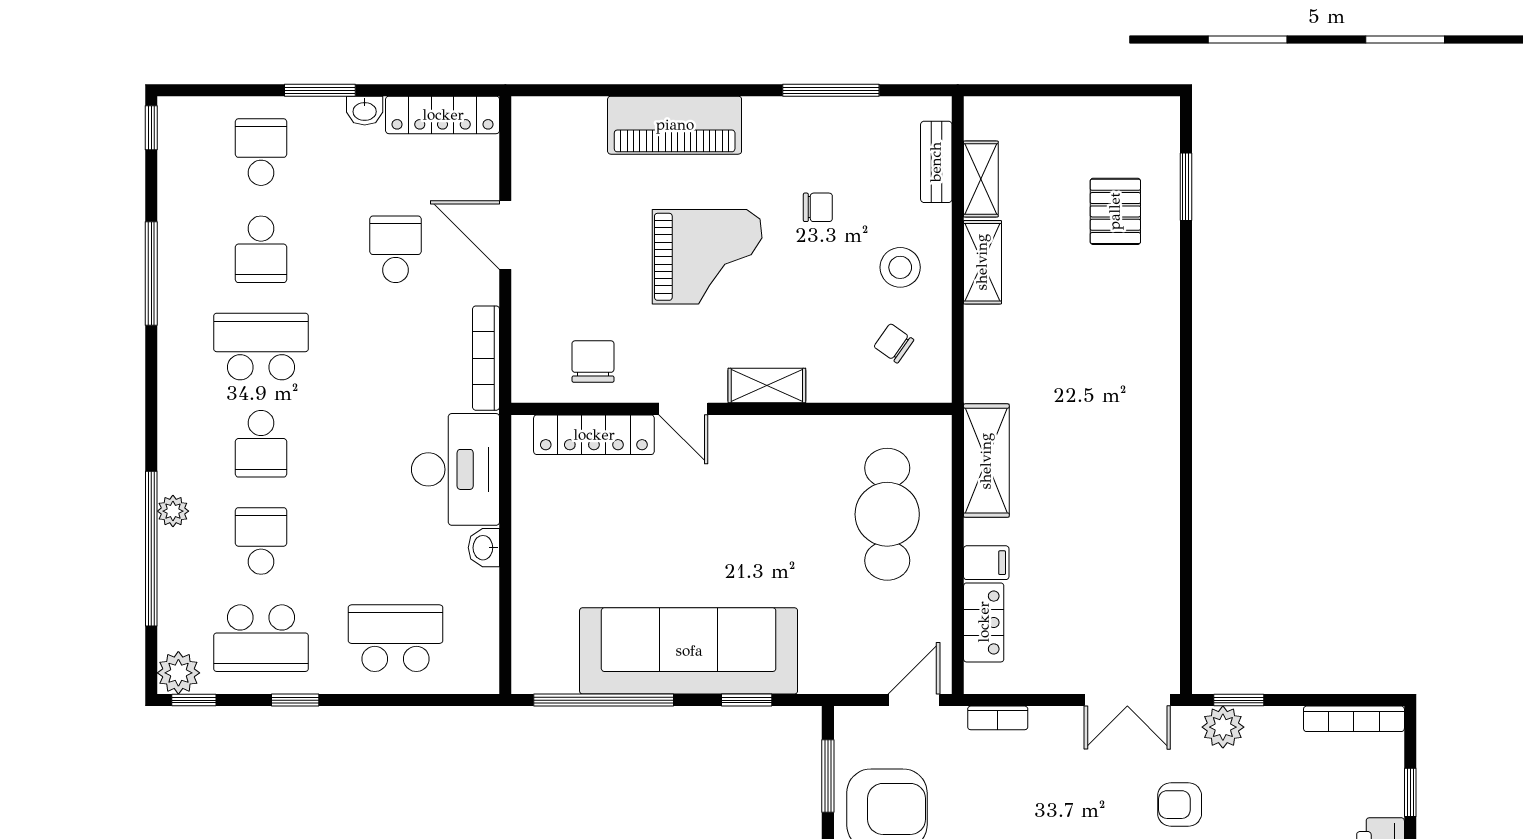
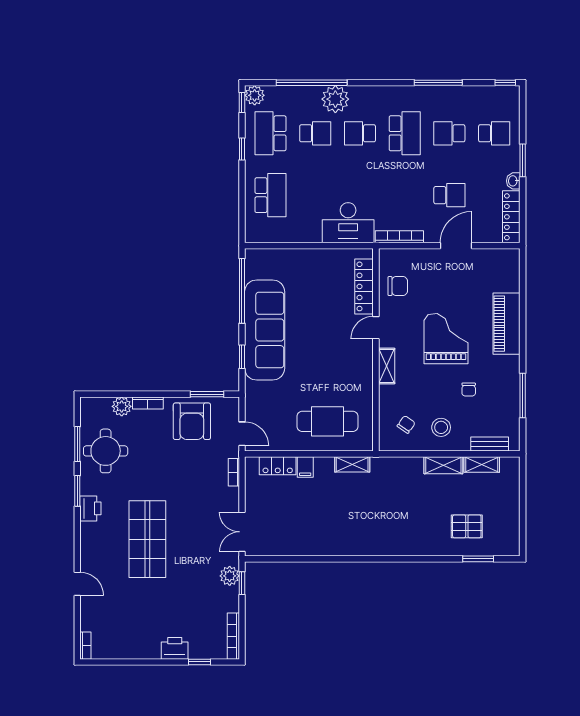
grand piano: (707, 257) -> (446, 339), turned 180
shelving: (986, 461) -> (352, 464), width x0.67, depth x0.75
plant: (173, 511) -> (335, 99), width x1.87, depth x1.87
washbasin: (484, 548) -> (312, 236), removed
armchair: (1180, 805) -> (194, 556), removed

